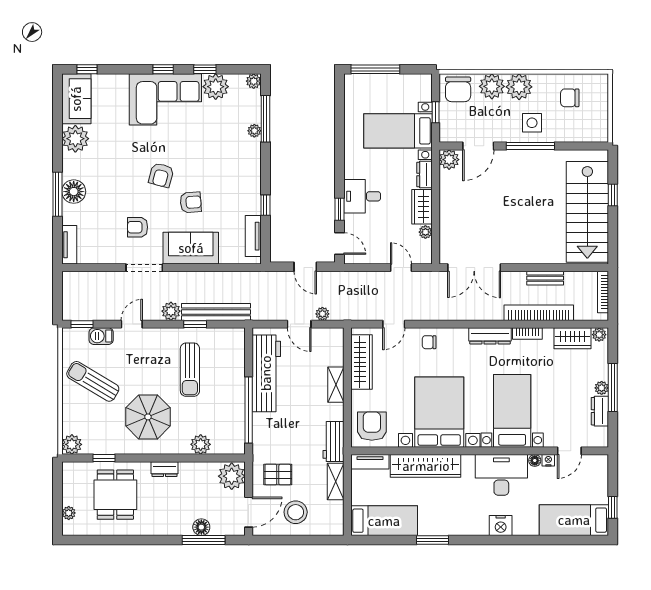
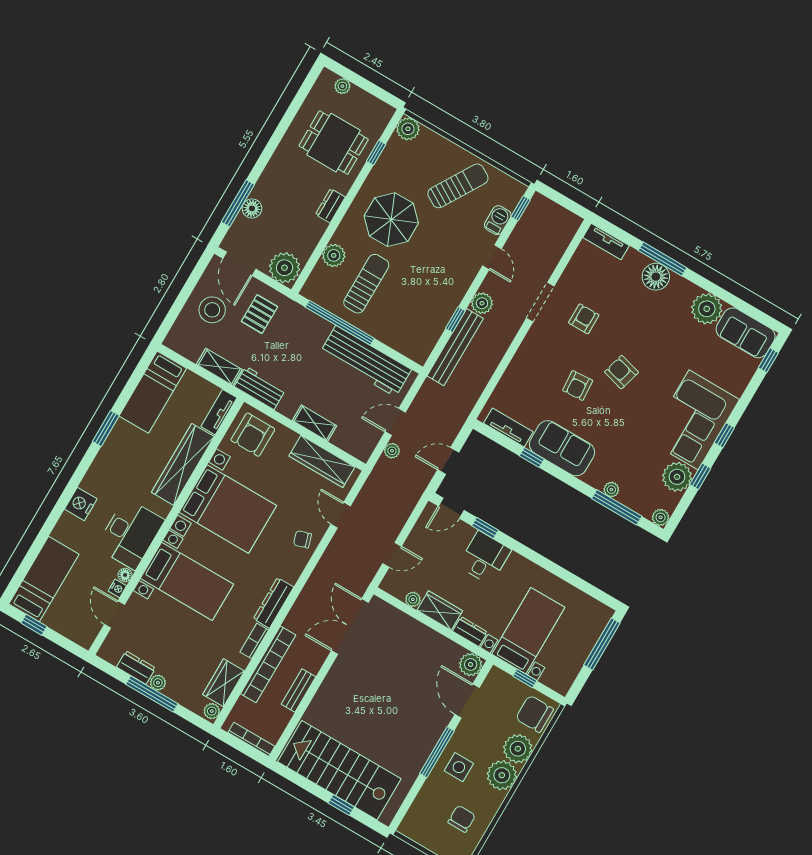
sofa: (191, 248) -> (562, 448), moved, turned -90
chair: (429, 342) -> (302, 539), turned -107
sun lounger: (190, 370) -> (366, 284), moved, turned 90
armchair: (372, 426) -> (253, 435), turned 90

